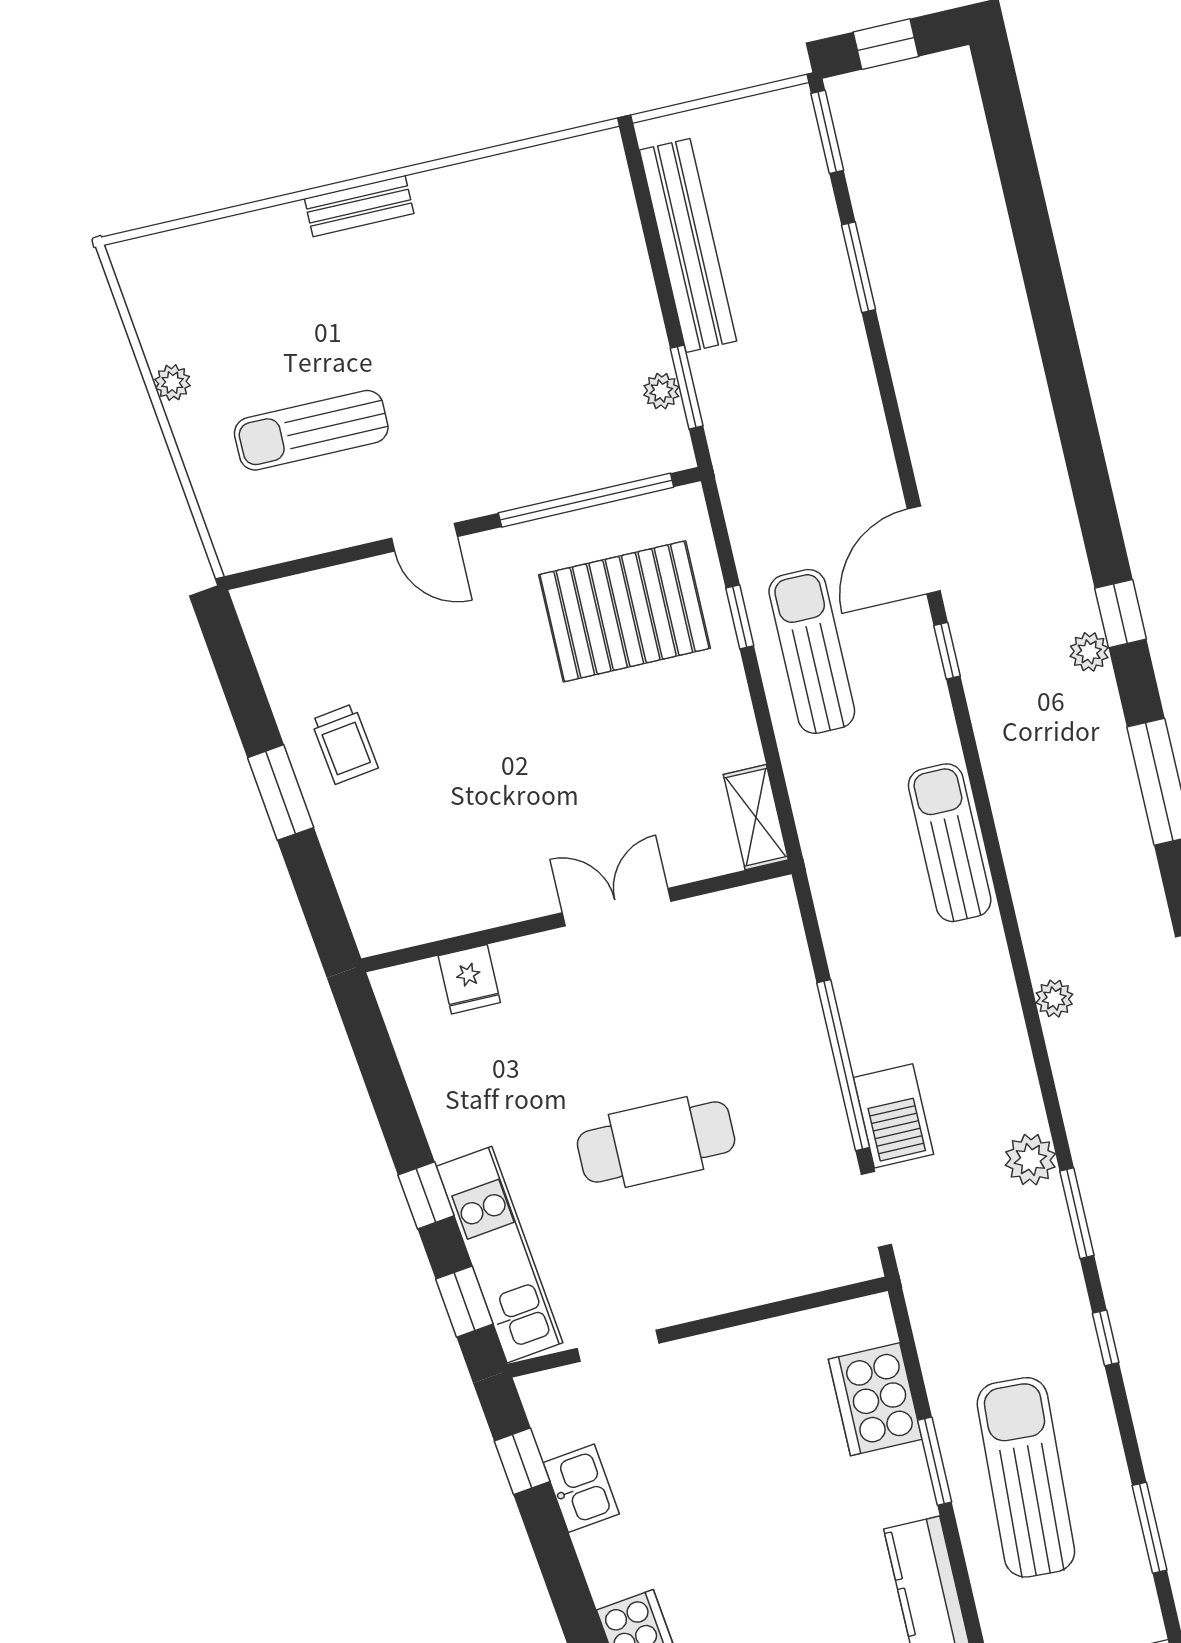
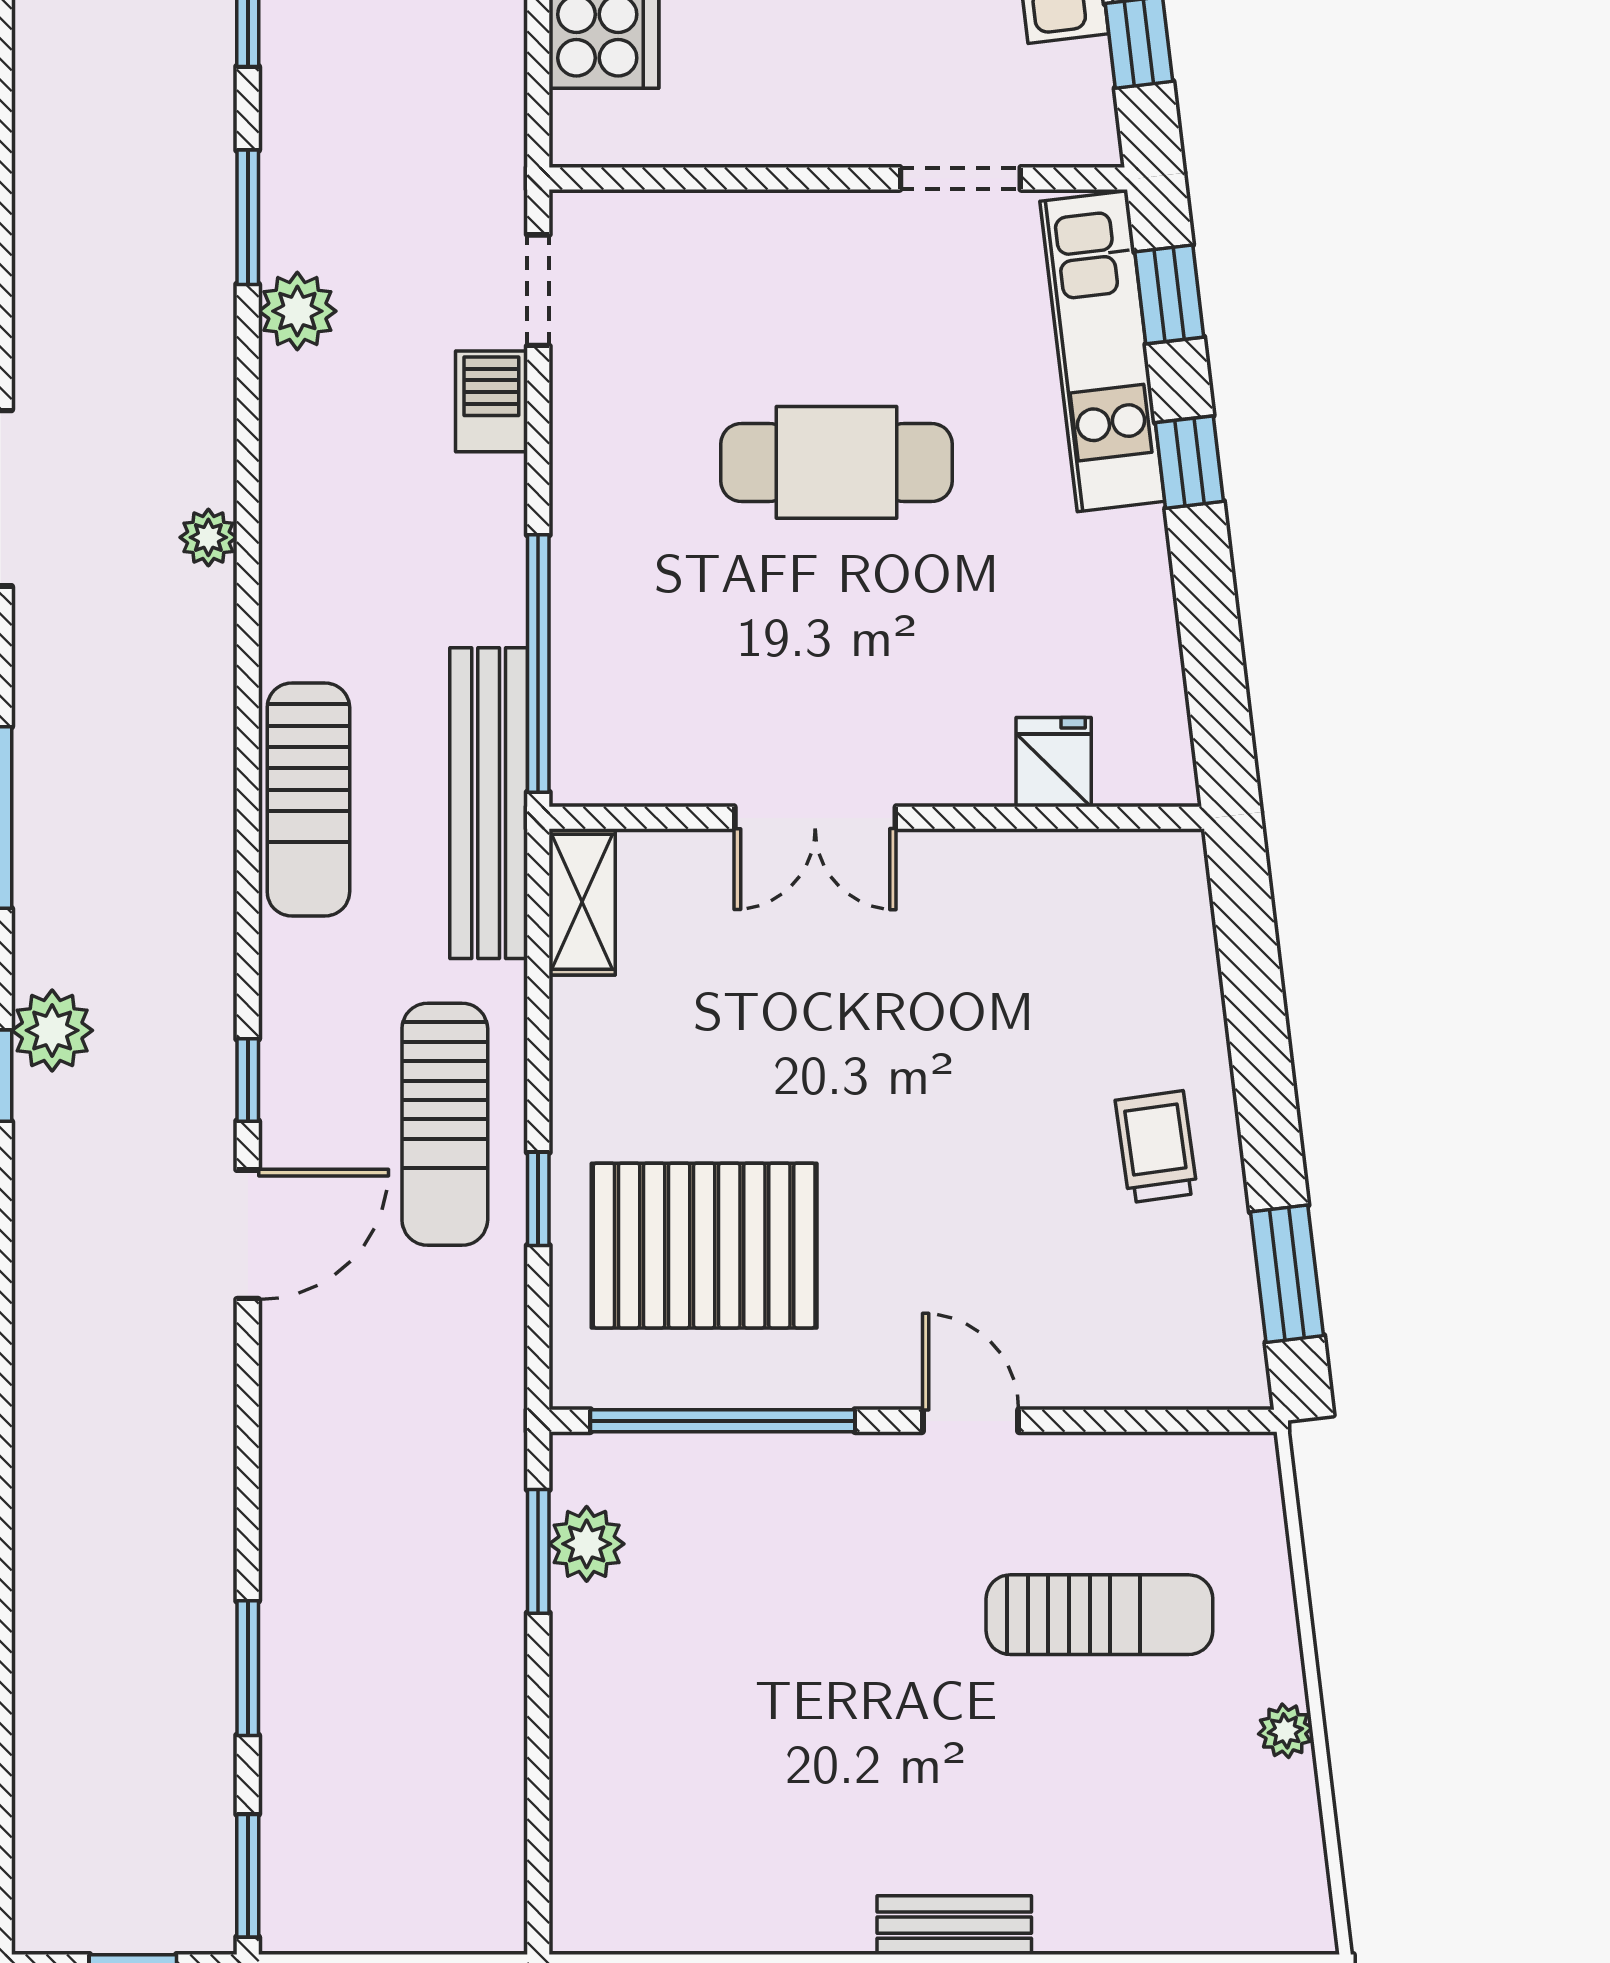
bench: (688, 245) -> (489, 803), moved
plant: (661, 391) -> (587, 1544), width x1.38, depth x1.38
plant: (1089, 652) -> (52, 1030), width x1.38, depth x1.38
window: (281, 793) -> (1287, 1274), moved
window: (843, 1065) -> (538, 663), moved
barbecue: (894, 1116) -> (491, 401), width x0.73, depth x0.79

